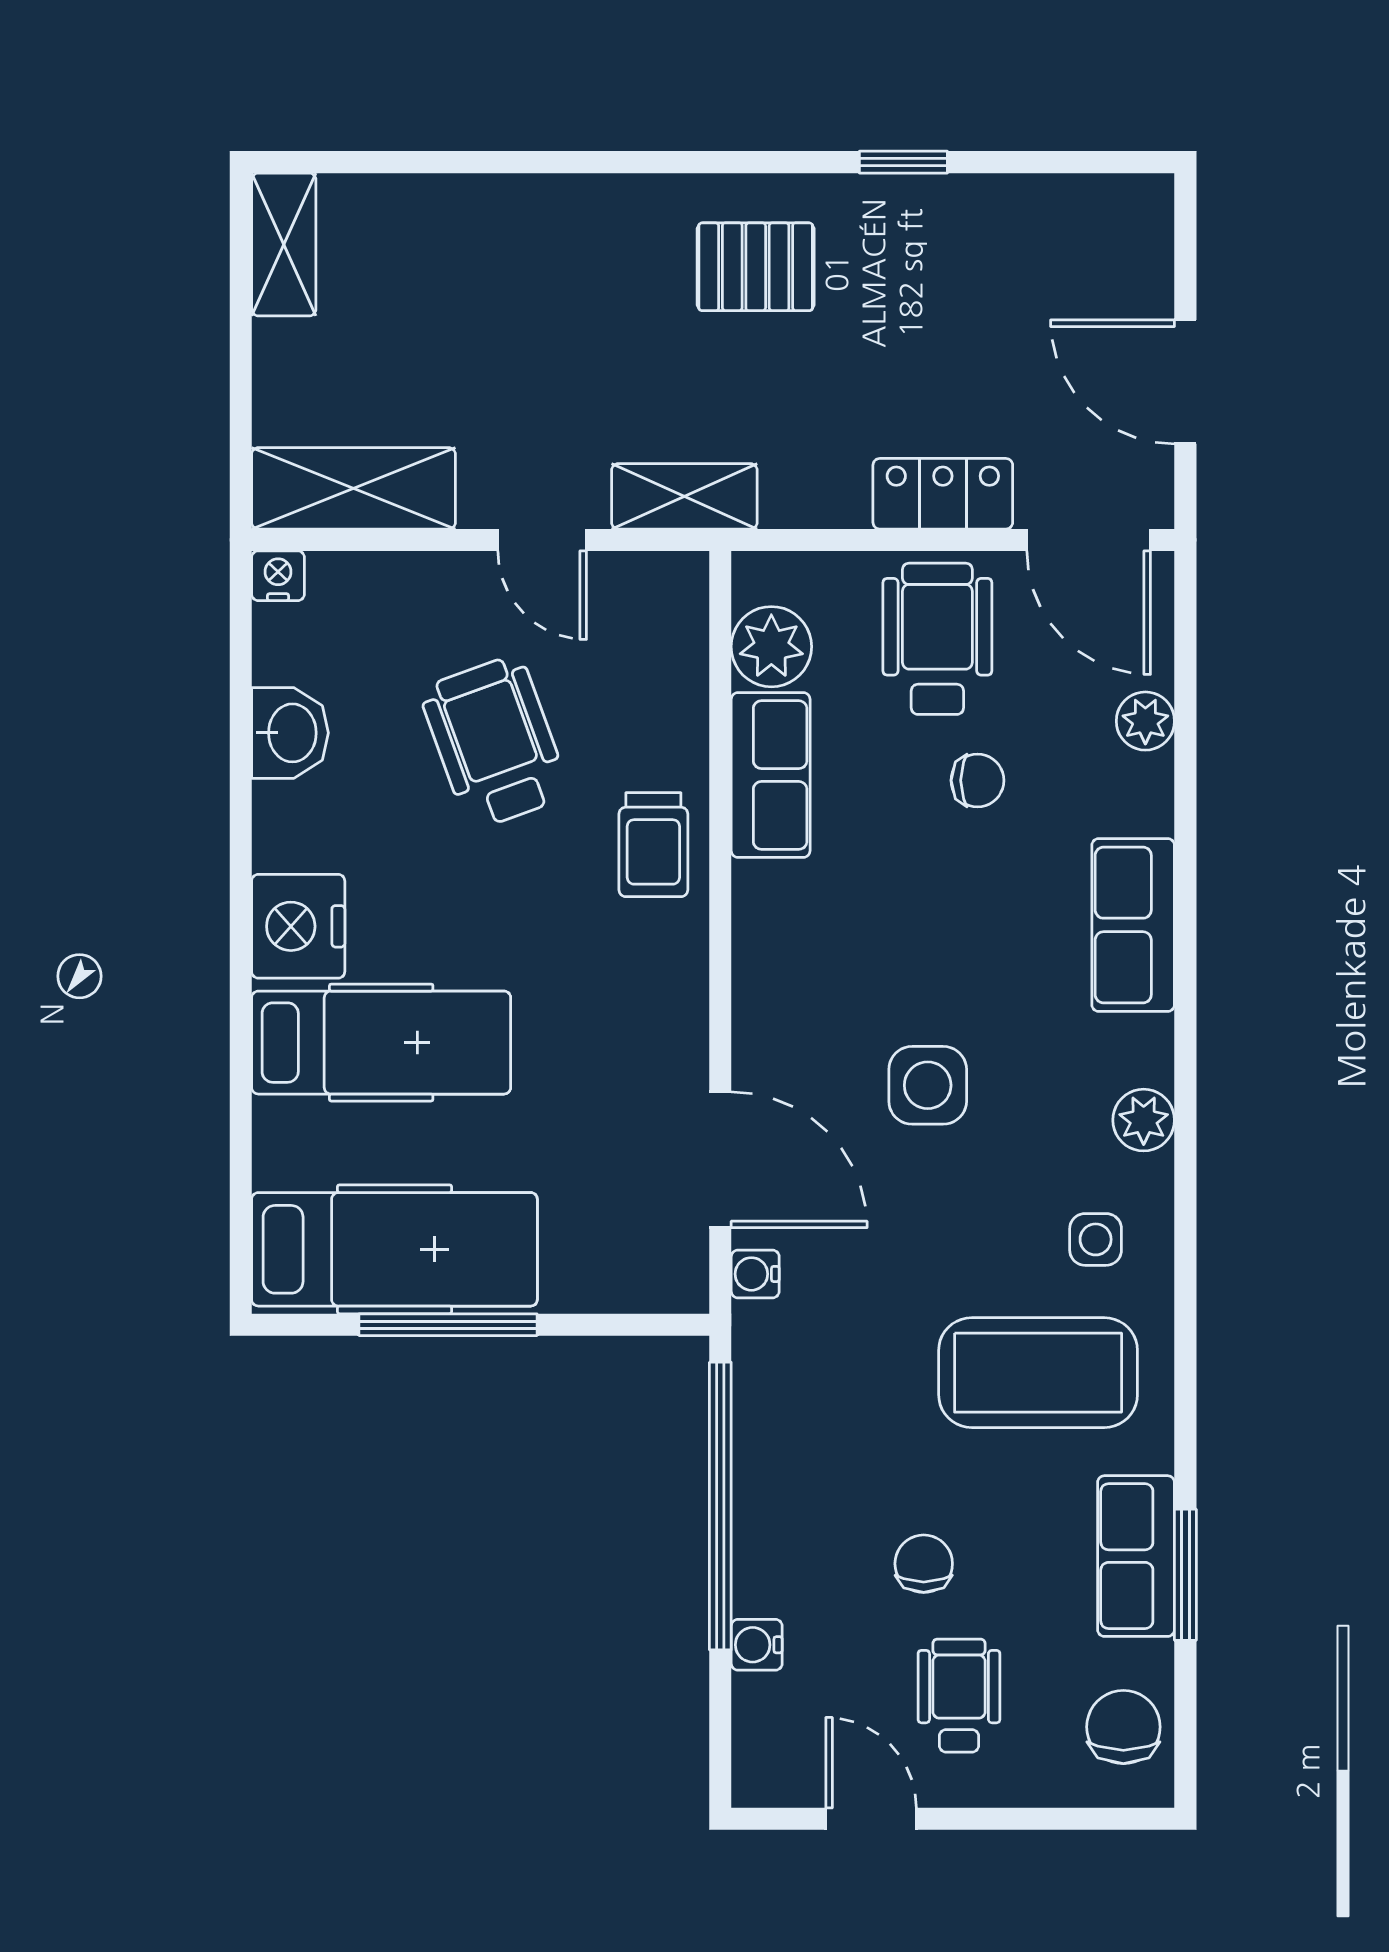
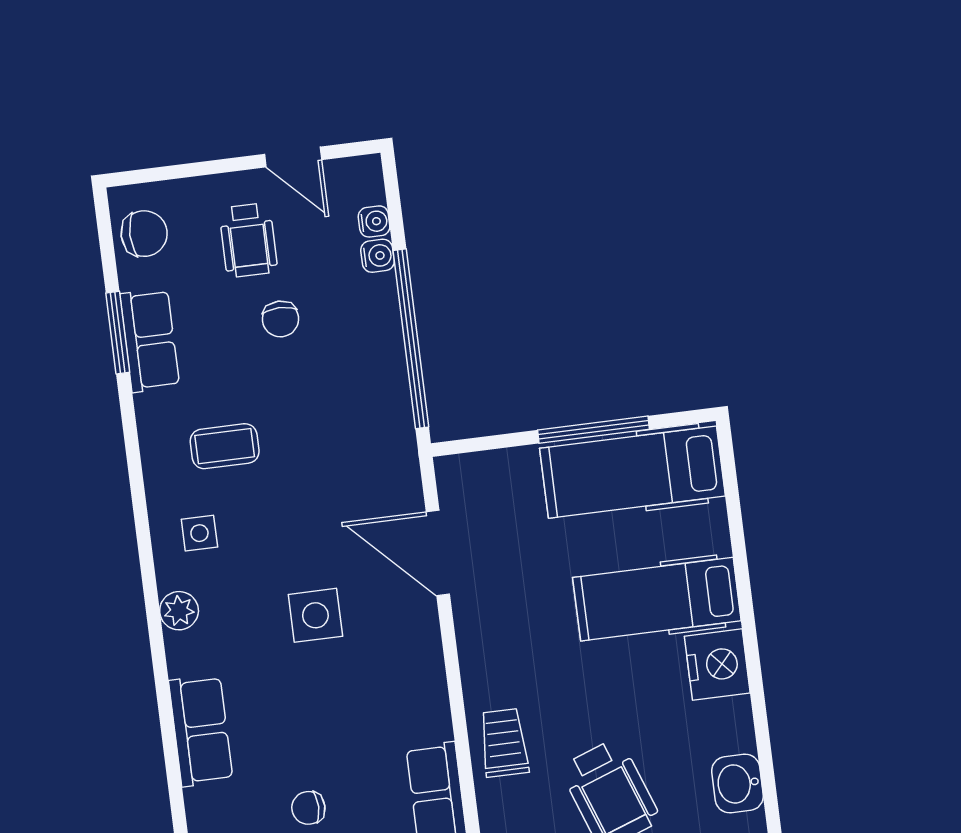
water cooler: (755, 1274) -> (374, 221), moved
coffee table: (1038, 1373) -> (225, 446), width x0.54, depth x0.58
chair: (1123, 1727) -> (144, 234), turned -90

